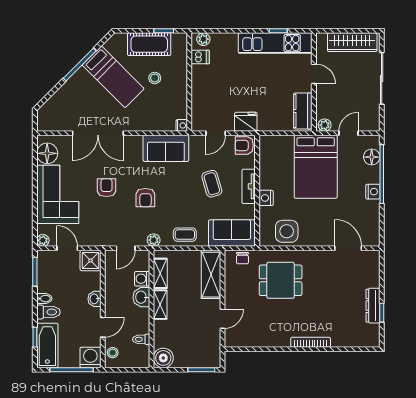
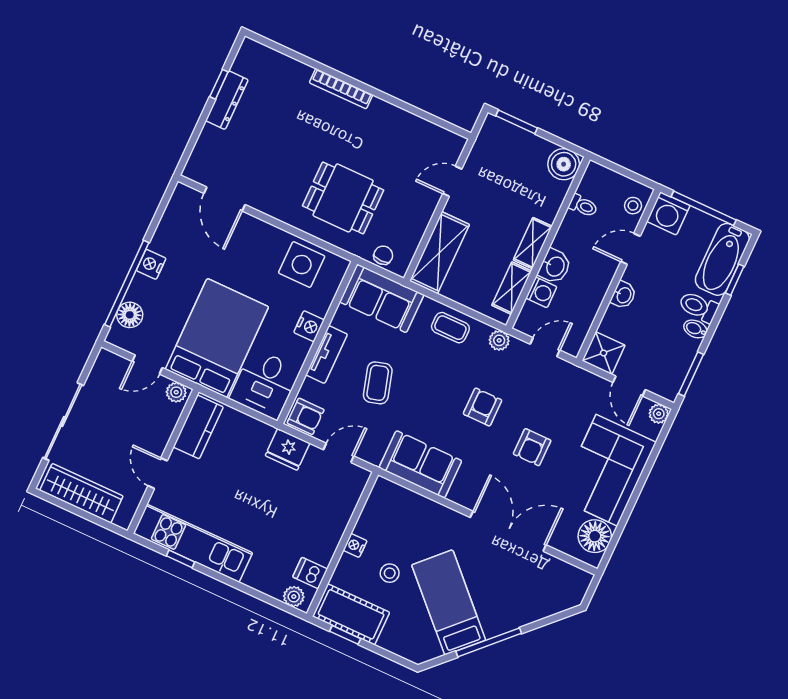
cot: (149, 44) -> (351, 614), moved
nightstand: (182, 125) -> (355, 545), moved
desk: (276, 153) -> (265, 384), added

